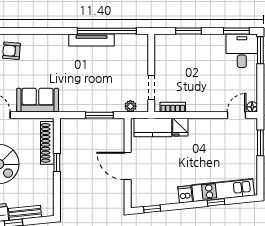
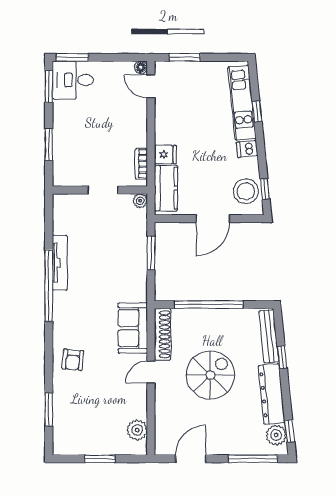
window: (107, 31) -> (49, 285), moved
doorway: (151, 88) -> (103, 190), moved
plant: (130, 106) -> (140, 201), moved
shoe rack: (47, 143) -> (163, 334), moved, turned -90
window: (57, 163) -> (209, 305), width x3.17
stool: (150, 193) -> (246, 191), added
bench: (25, 213) -> (269, 336), width x1.36

